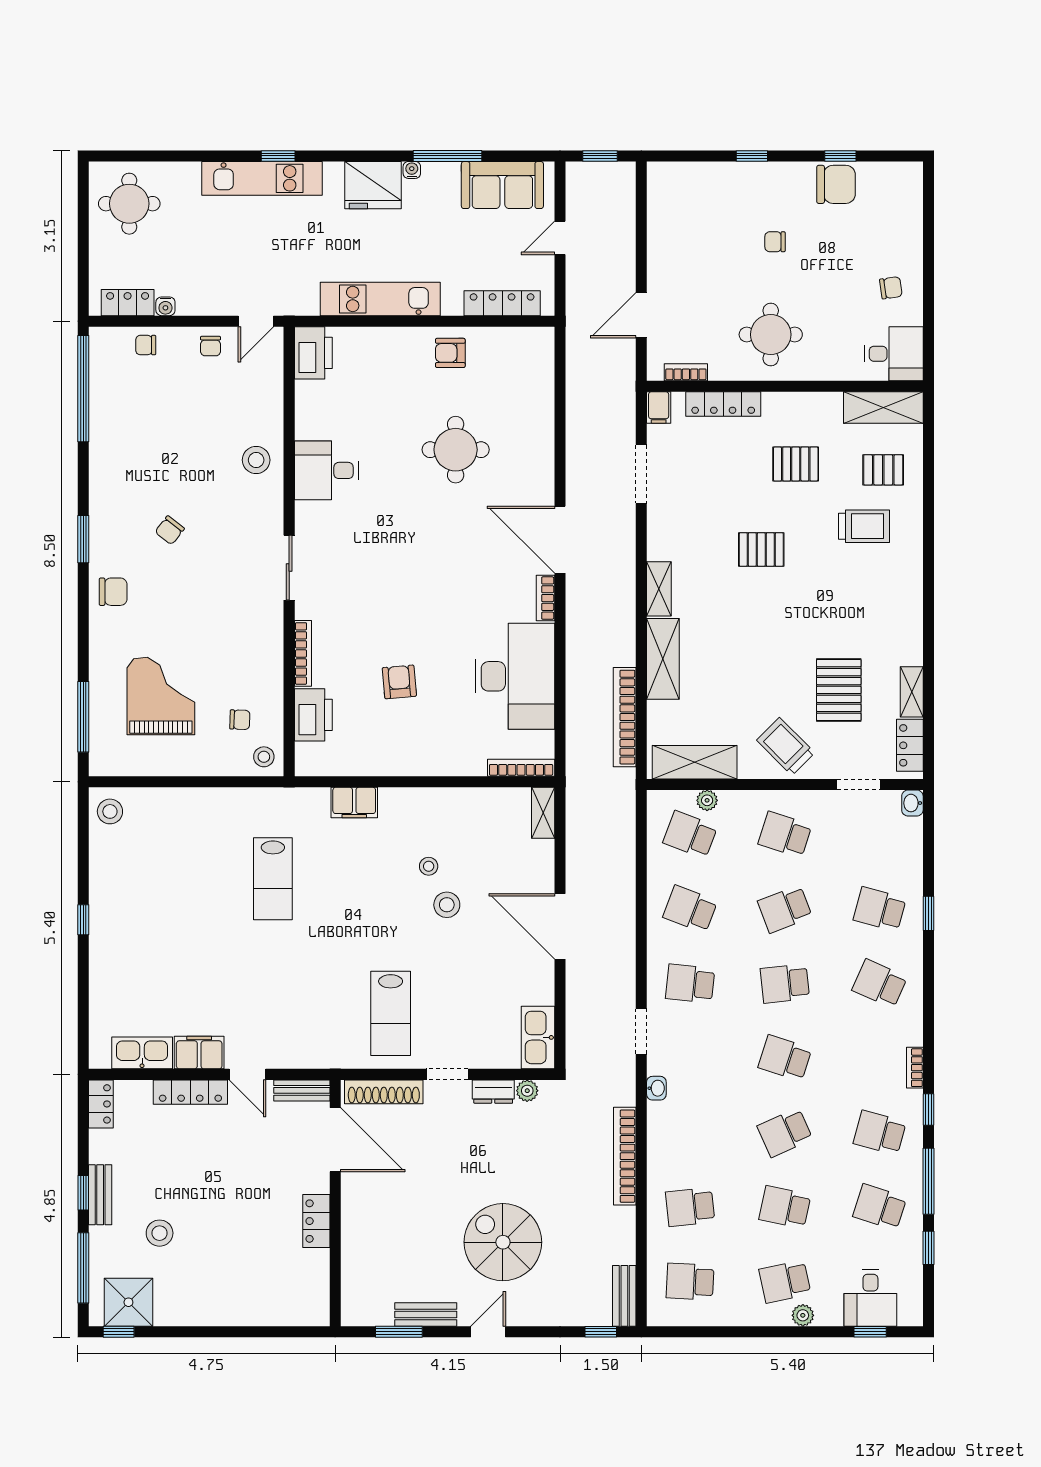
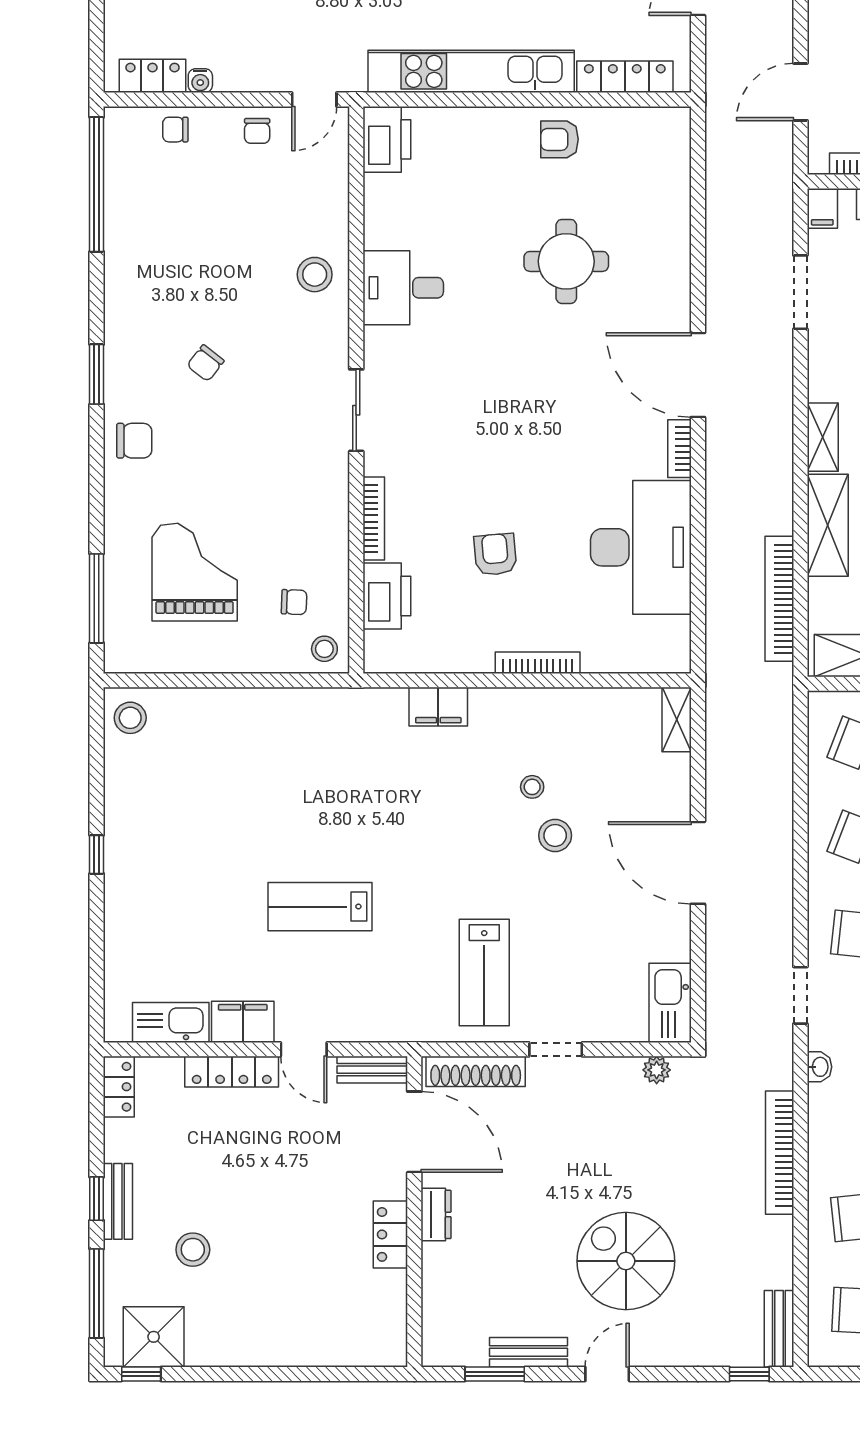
kitchen unit: (380, 299) -> (471, 71), width x1.36
bookcase: (521, 768) -> (538, 663), moved
lab bench: (273, 879) -> (320, 907), moved, turned 90
dresser: (493, 1092) -> (436, 1214), moved, turned -90

